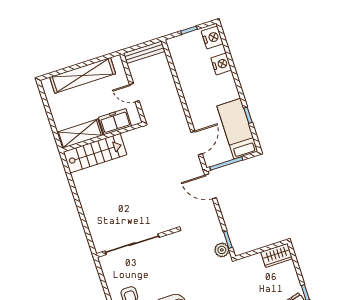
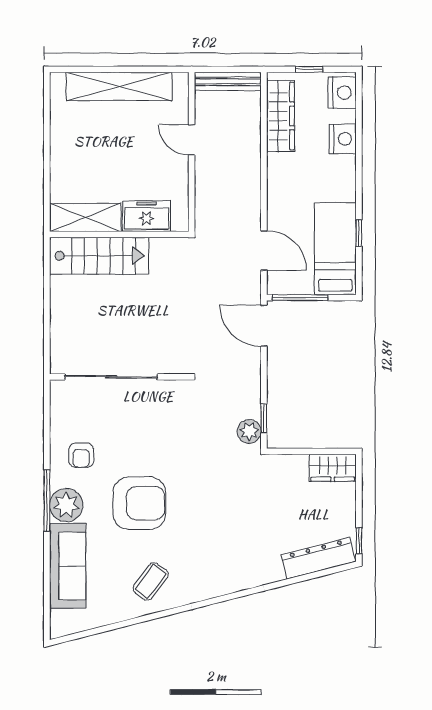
wardrobe: (181, 62) -> (280, 116), added
freezer: (115, 122) -> (147, 216), moved
shelving: (80, 134) -> (85, 217), moved
wall: (103, 137) -> (119, 234), moved
door: (197, 143) -> (264, 250), hinge flipped
stairs: (95, 153) -> (99, 256), moved

